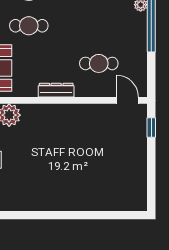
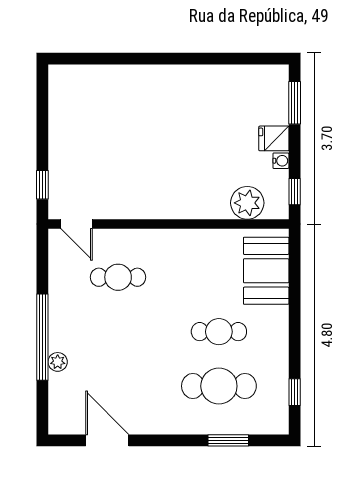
dresser: (56, 90) -> (179, 239), removed

